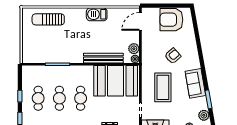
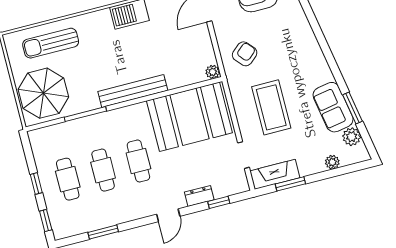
parasol: (37, 46) -> (43, 93), added
plant: (134, 49) -> (206, 55), removed
armchair: (173, 56) -> (245, 54), moved
bench: (103, 58) -> (133, 91), moved
sofa: (195, 83) -> (333, 107), moved

